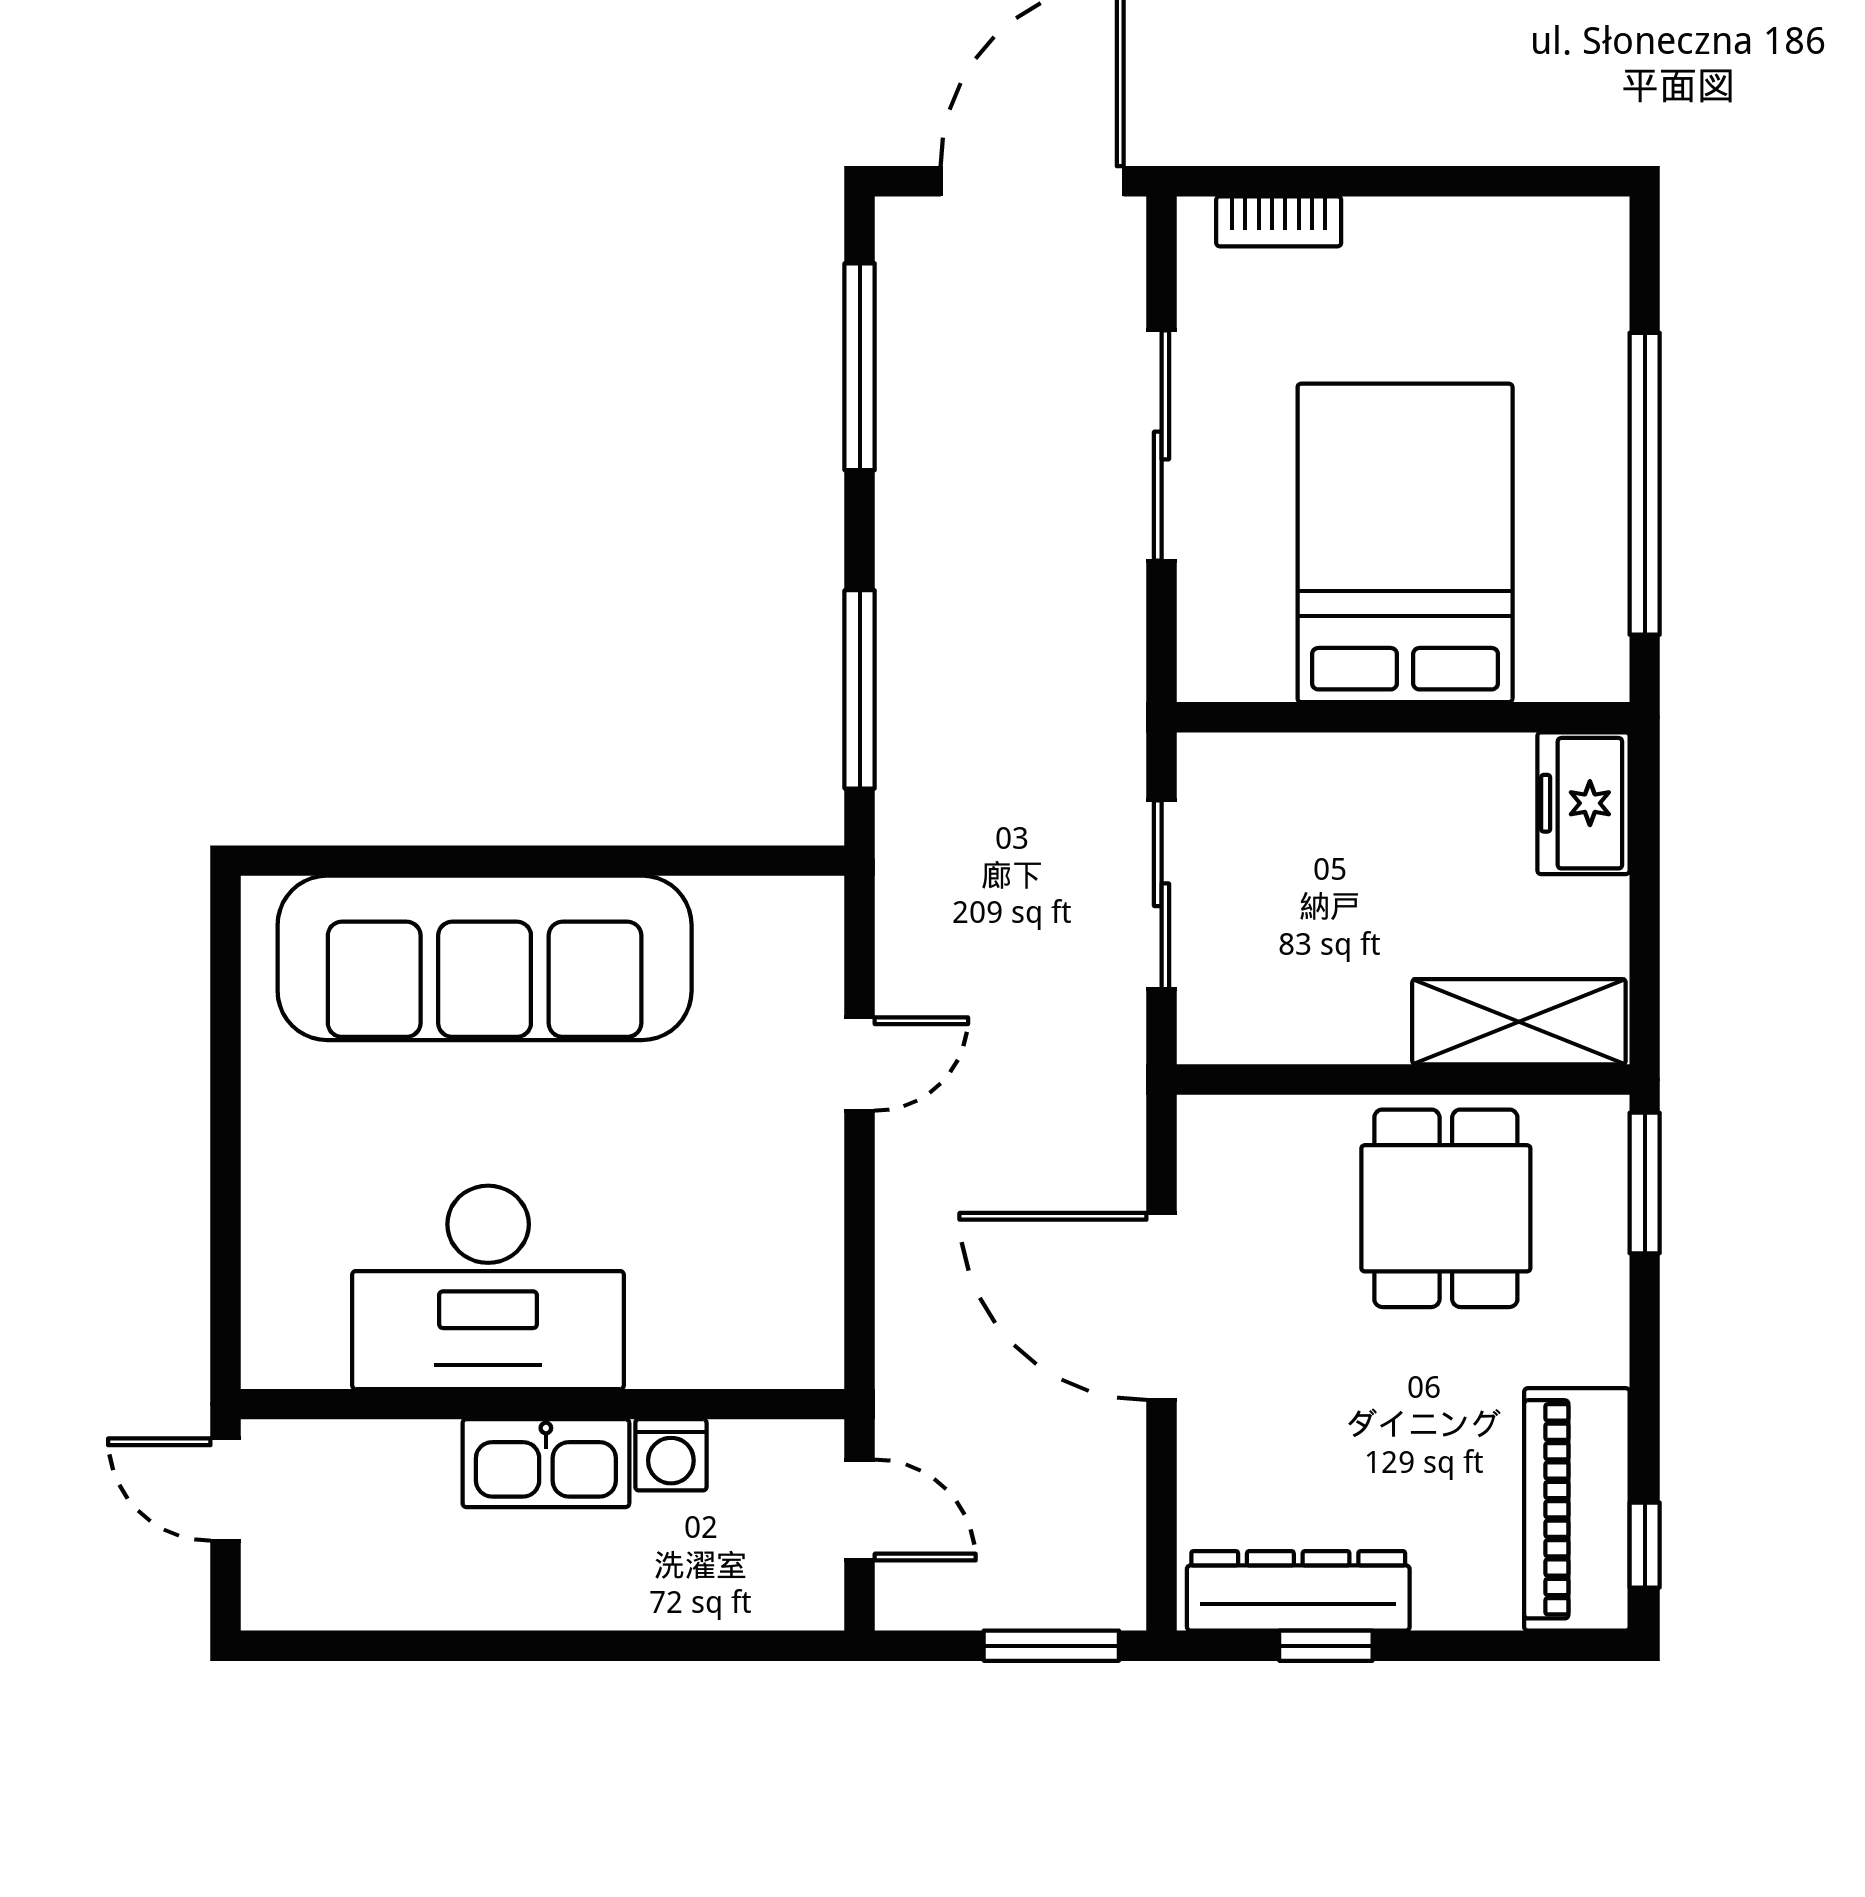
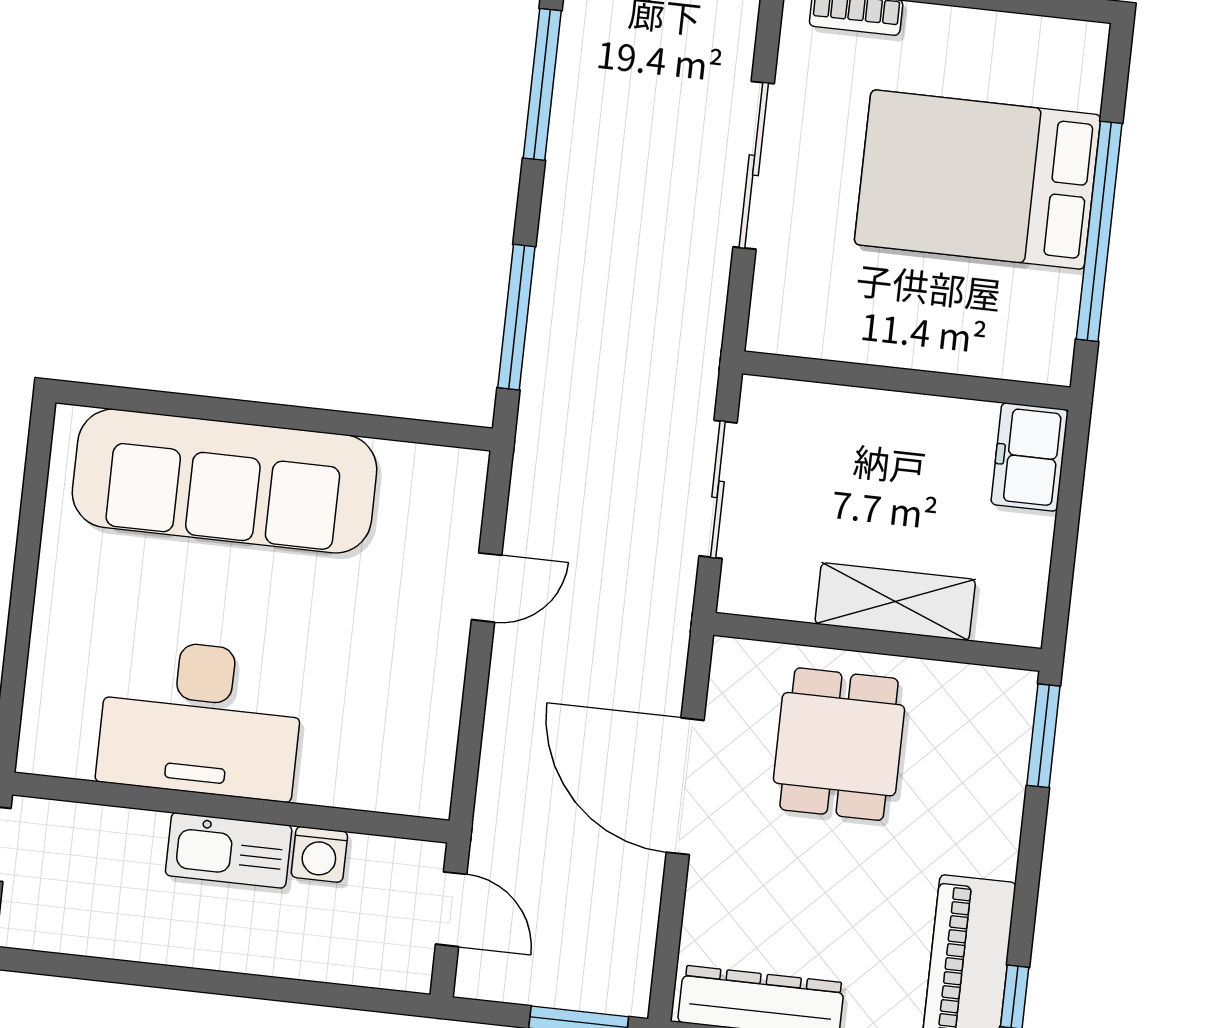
bed: (1405, 543) -> (978, 180), moved, turned -90
shelving: (1519, 1022) -> (895, 602), moved
dining table: (1446, 1208) -> (839, 744), moved

